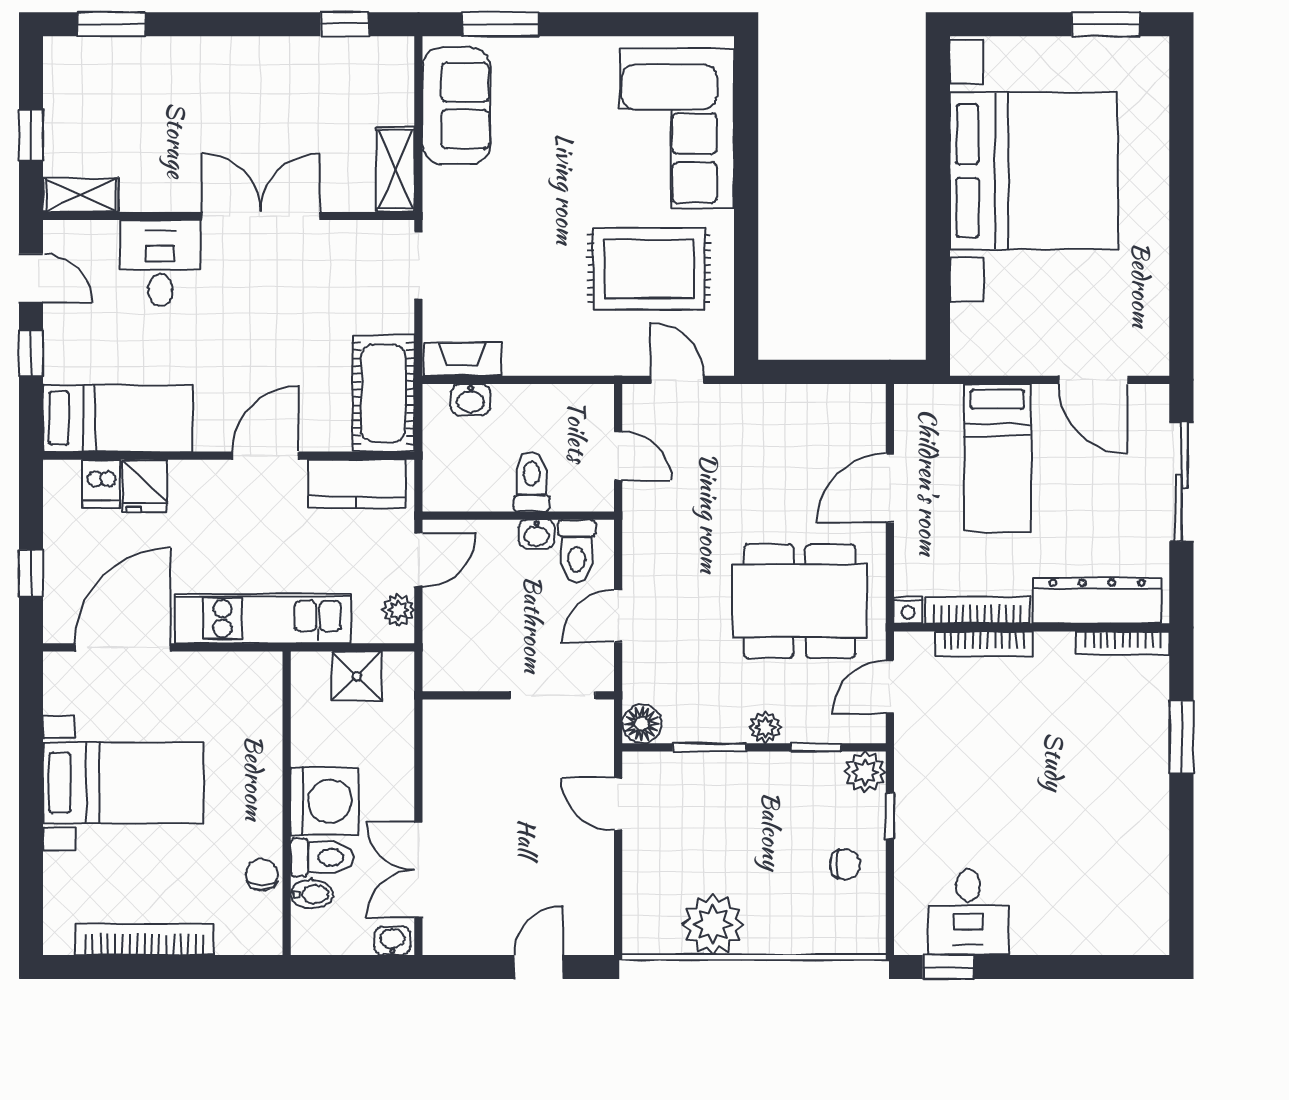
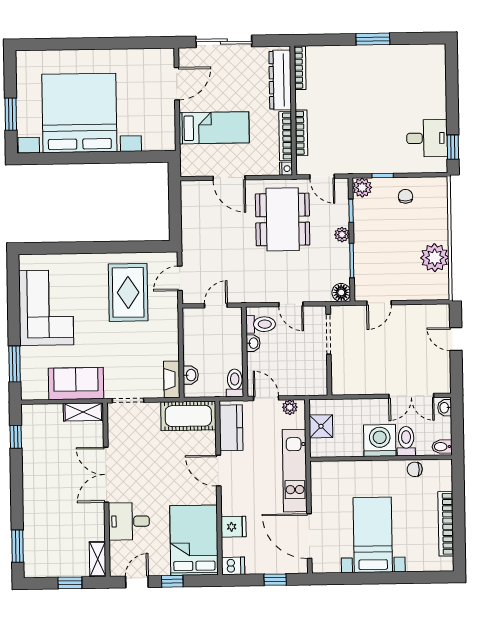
window: (1106, 24) -> (11, 114), moved
sofa: (456, 106) -> (76, 384), moved
corner sofa: (677, 128) -> (46, 308), moved, turned -90
bed: (118, 418) -> (194, 540), width x1.50
toilet: (532, 482) -> (235, 383), moved, turned 90
dishwasher: (101, 484) -> (233, 566), moved
window: (1181, 737) -> (373, 39), moved
bidet: (312, 894) -> (442, 447), moved, turned -90

